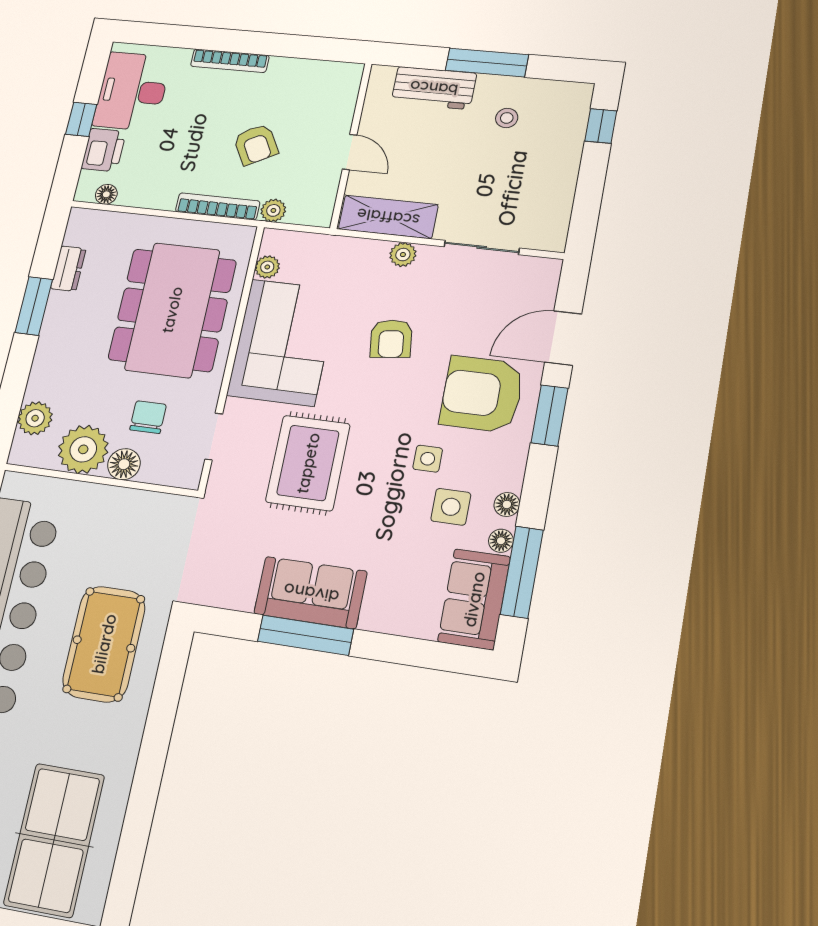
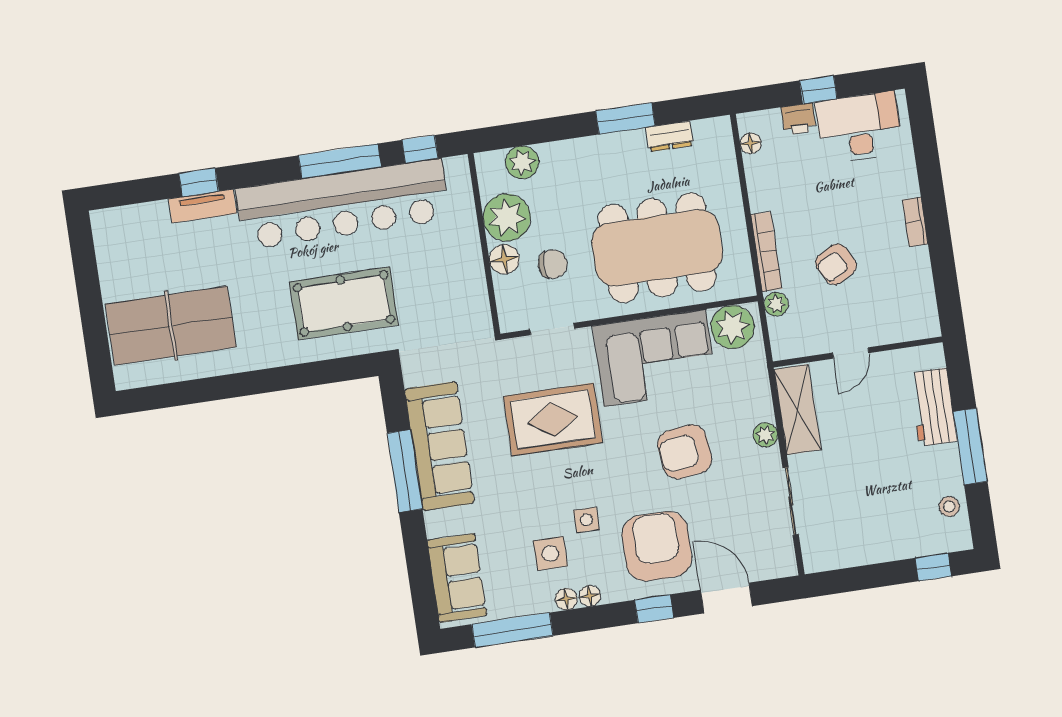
bookcase: (230, 61) -> (915, 222), width x0.64
stool: (507, 118) -> (949, 507), moved
printer: (104, 150) -> (799, 119), width x0.73, depth x0.81
plant: (267, 267) -> (732, 327), width x1.88, depth x1.88
armchair: (391, 339) -> (685, 452), width x1.38, depth x1.38
window: (550, 415) -> (654, 609), width x0.67
floor lamp: (501, 541) -> (590, 596), moved
sofa: (311, 593) -> (439, 446), width x1.36
sofa: (474, 599) -> (457, 578), moved, turned 90

